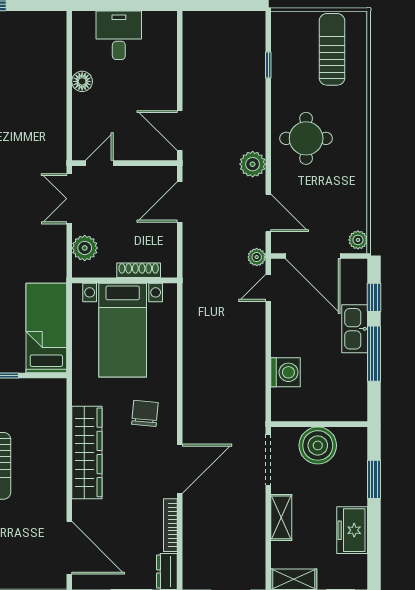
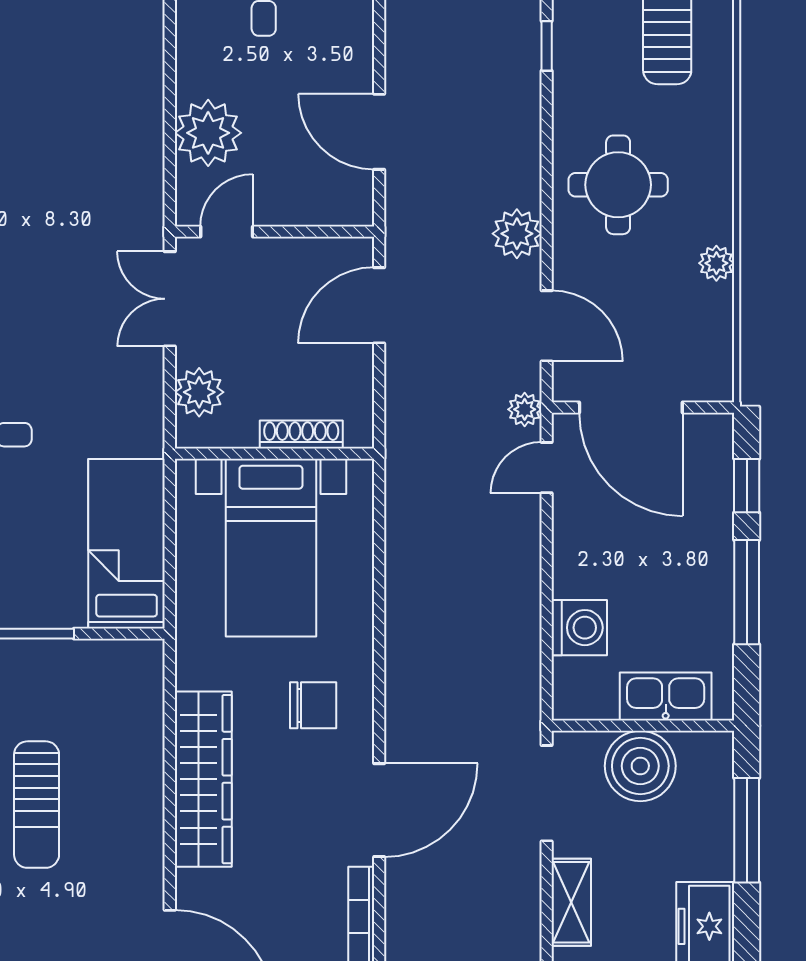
floor lamp: (82, 81) -> (194, 77), removed
plant: (89, 111) -> (208, 133), added
door: (180, 131) -> (379, 132), moved
plant: (358, 240) -> (716, 263), moved
kitchen sink: (355, 329) -> (666, 697), moved, turned 90
chair: (145, 413) -> (313, 705), turned 85
window: (374, 479) -> (747, 830), width x1.44

